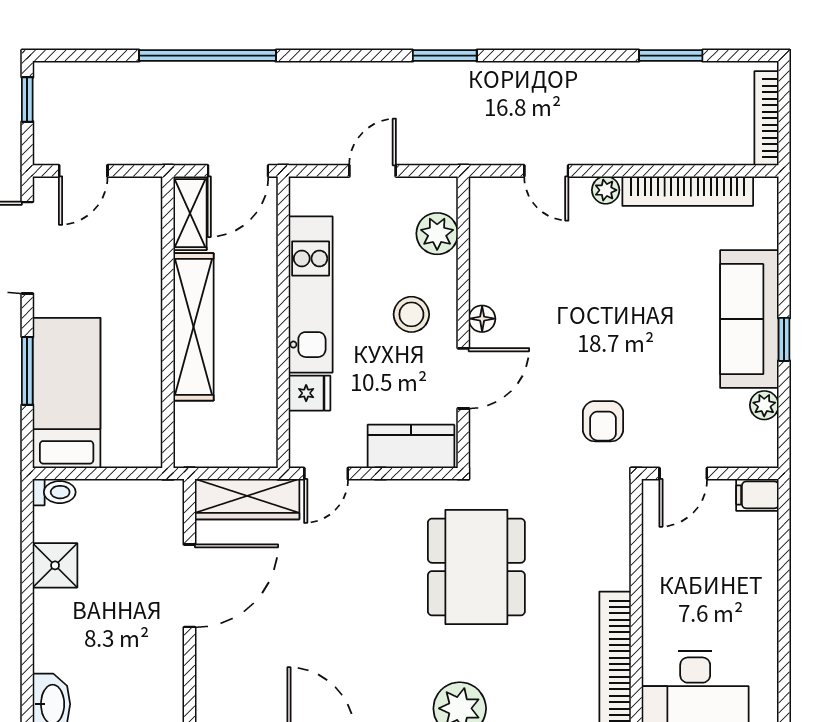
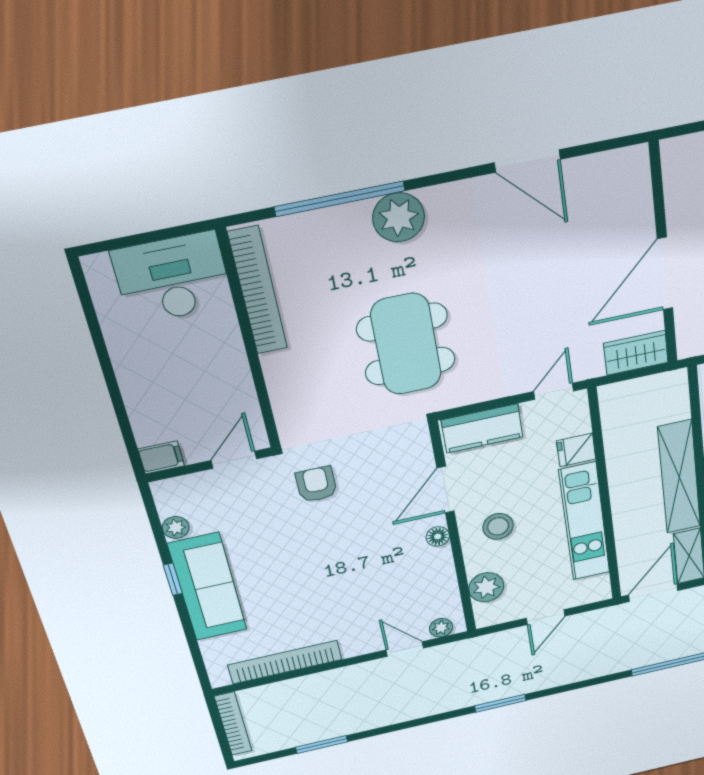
plant: (606, 190) -> (441, 628), moved
wardrobe: (247, 499) -> (636, 353), width x0.67

